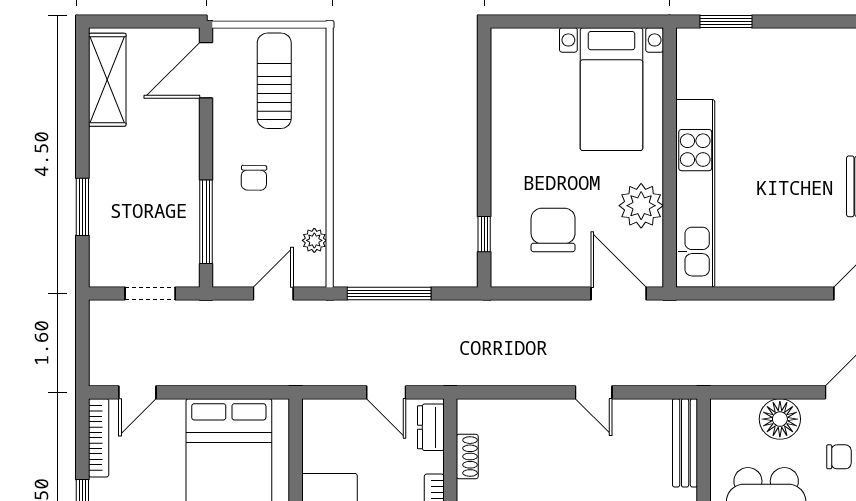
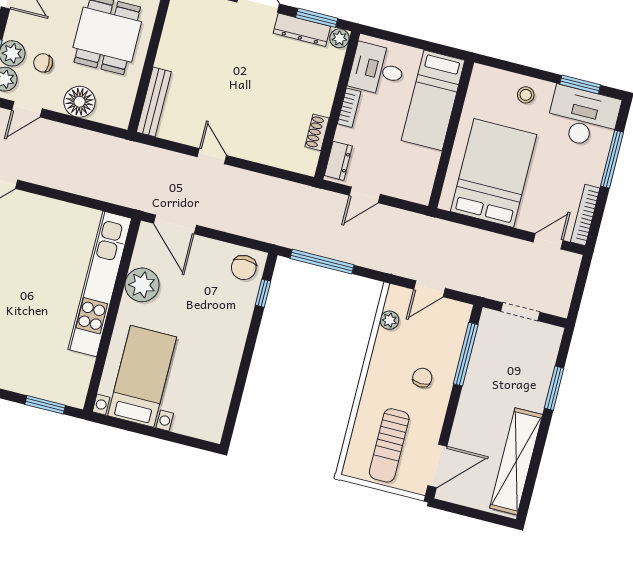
shelving: (107, 80) -> (516, 461), width x1.47
chair: (553, 230) -> (244, 268), moved, width x0.73, depth x0.73
window: (389, 293) -> (322, 262), moved
door: (386, 392) -> (365, 195), swing flipped

